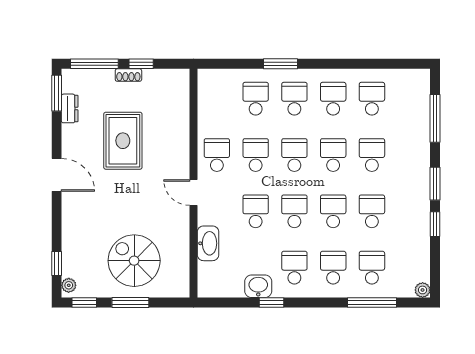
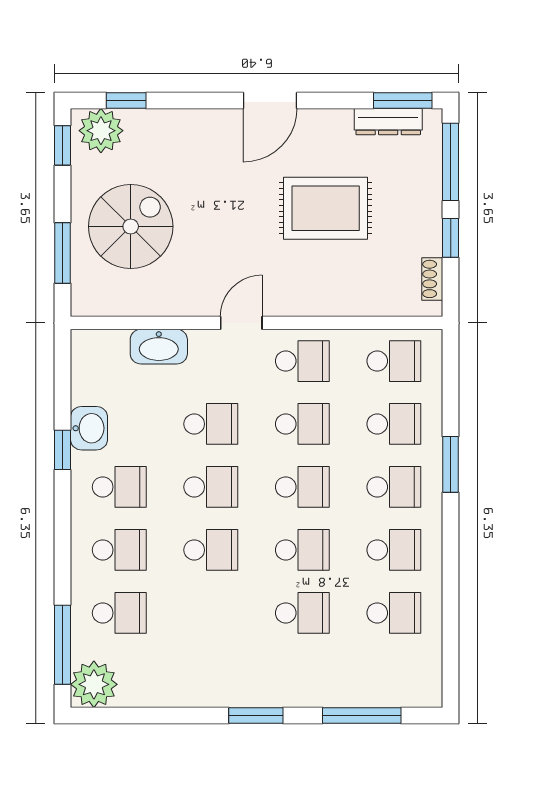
shoe rack: (128, 75) -> (432, 279), moved
dresser: (70, 108) -> (388, 122), width x1.44
school desk: (372, 211) -> (394, 361), moved
window: (435, 224) -> (190, 716), removed
plant: (69, 285) -> (101, 131), width x1.88, depth x1.88
plant: (423, 290) -> (94, 684), width x1.87, depth x1.87
window: (130, 303) -> (63, 253), moved
window: (372, 303) -> (63, 645), moved

